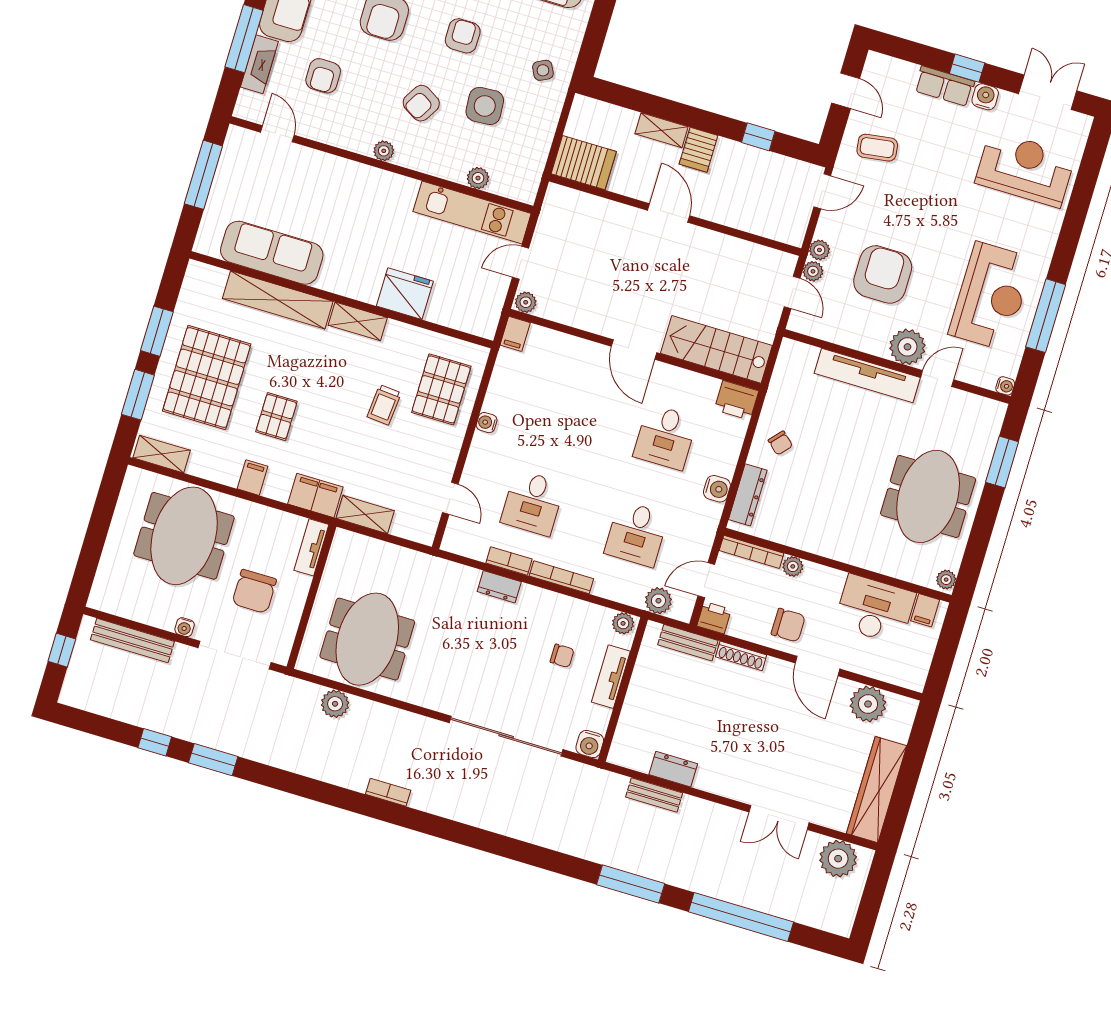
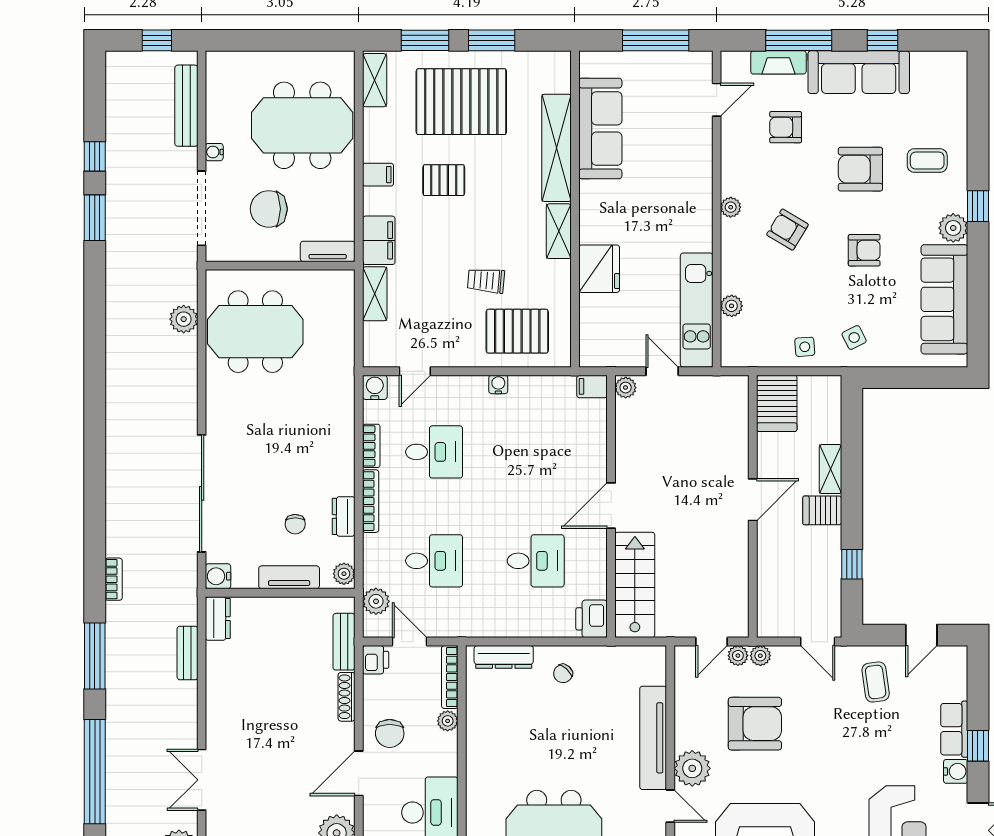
side table: (485, 106) -> (805, 347), moved, width x0.54, depth x0.54
desk: (665, 437) -> (536, 561), turned 180
water cooler: (717, 489) -> (375, 387), moved, turned 180
desk: (533, 503) -> (434, 452), turned 180
desk: (636, 534) -> (434, 561), turned 180
dresser: (499, 587) -> (344, 516), moved
dresser: (673, 769) -> (218, 619), moved
bookcase: (388, 792) -> (114, 579), moved

